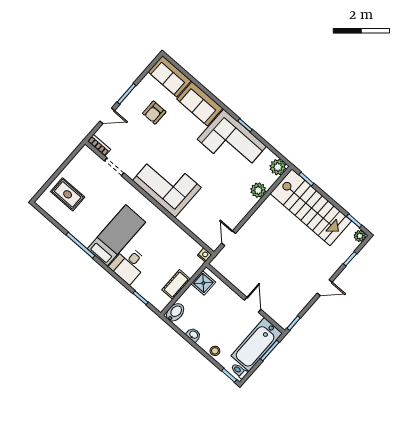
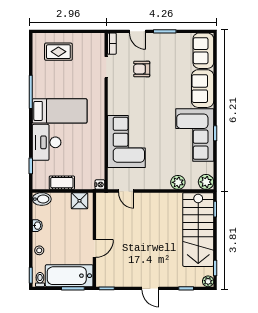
armchair: (154, 113) -> (142, 69), moved
corner sofa: (167, 184) -> (126, 141), moved
rug: (68, 194) -> (58, 52), turned 90
door: (229, 238) -> (126, 191), swing flipped
desk: (129, 265) -> (47, 142), width x1.37

